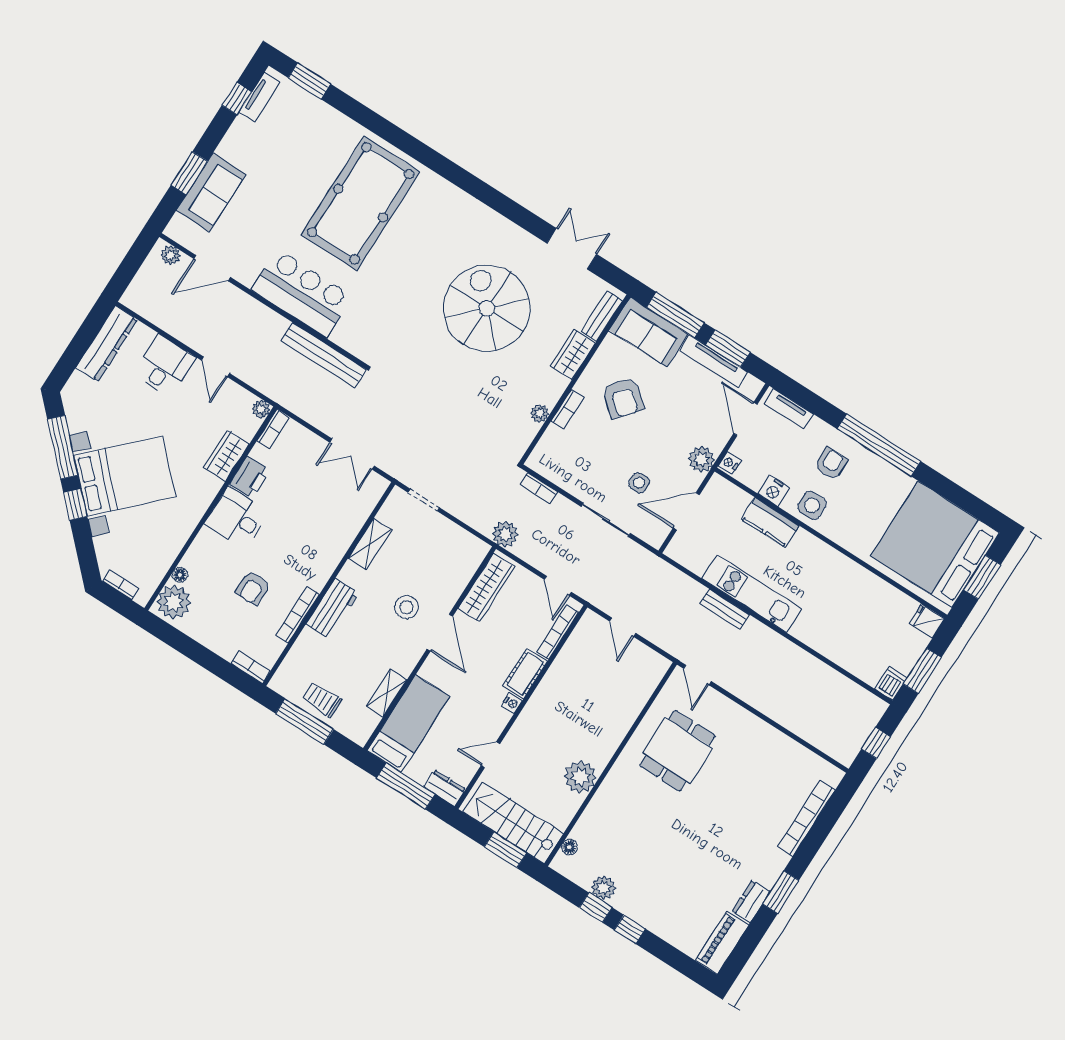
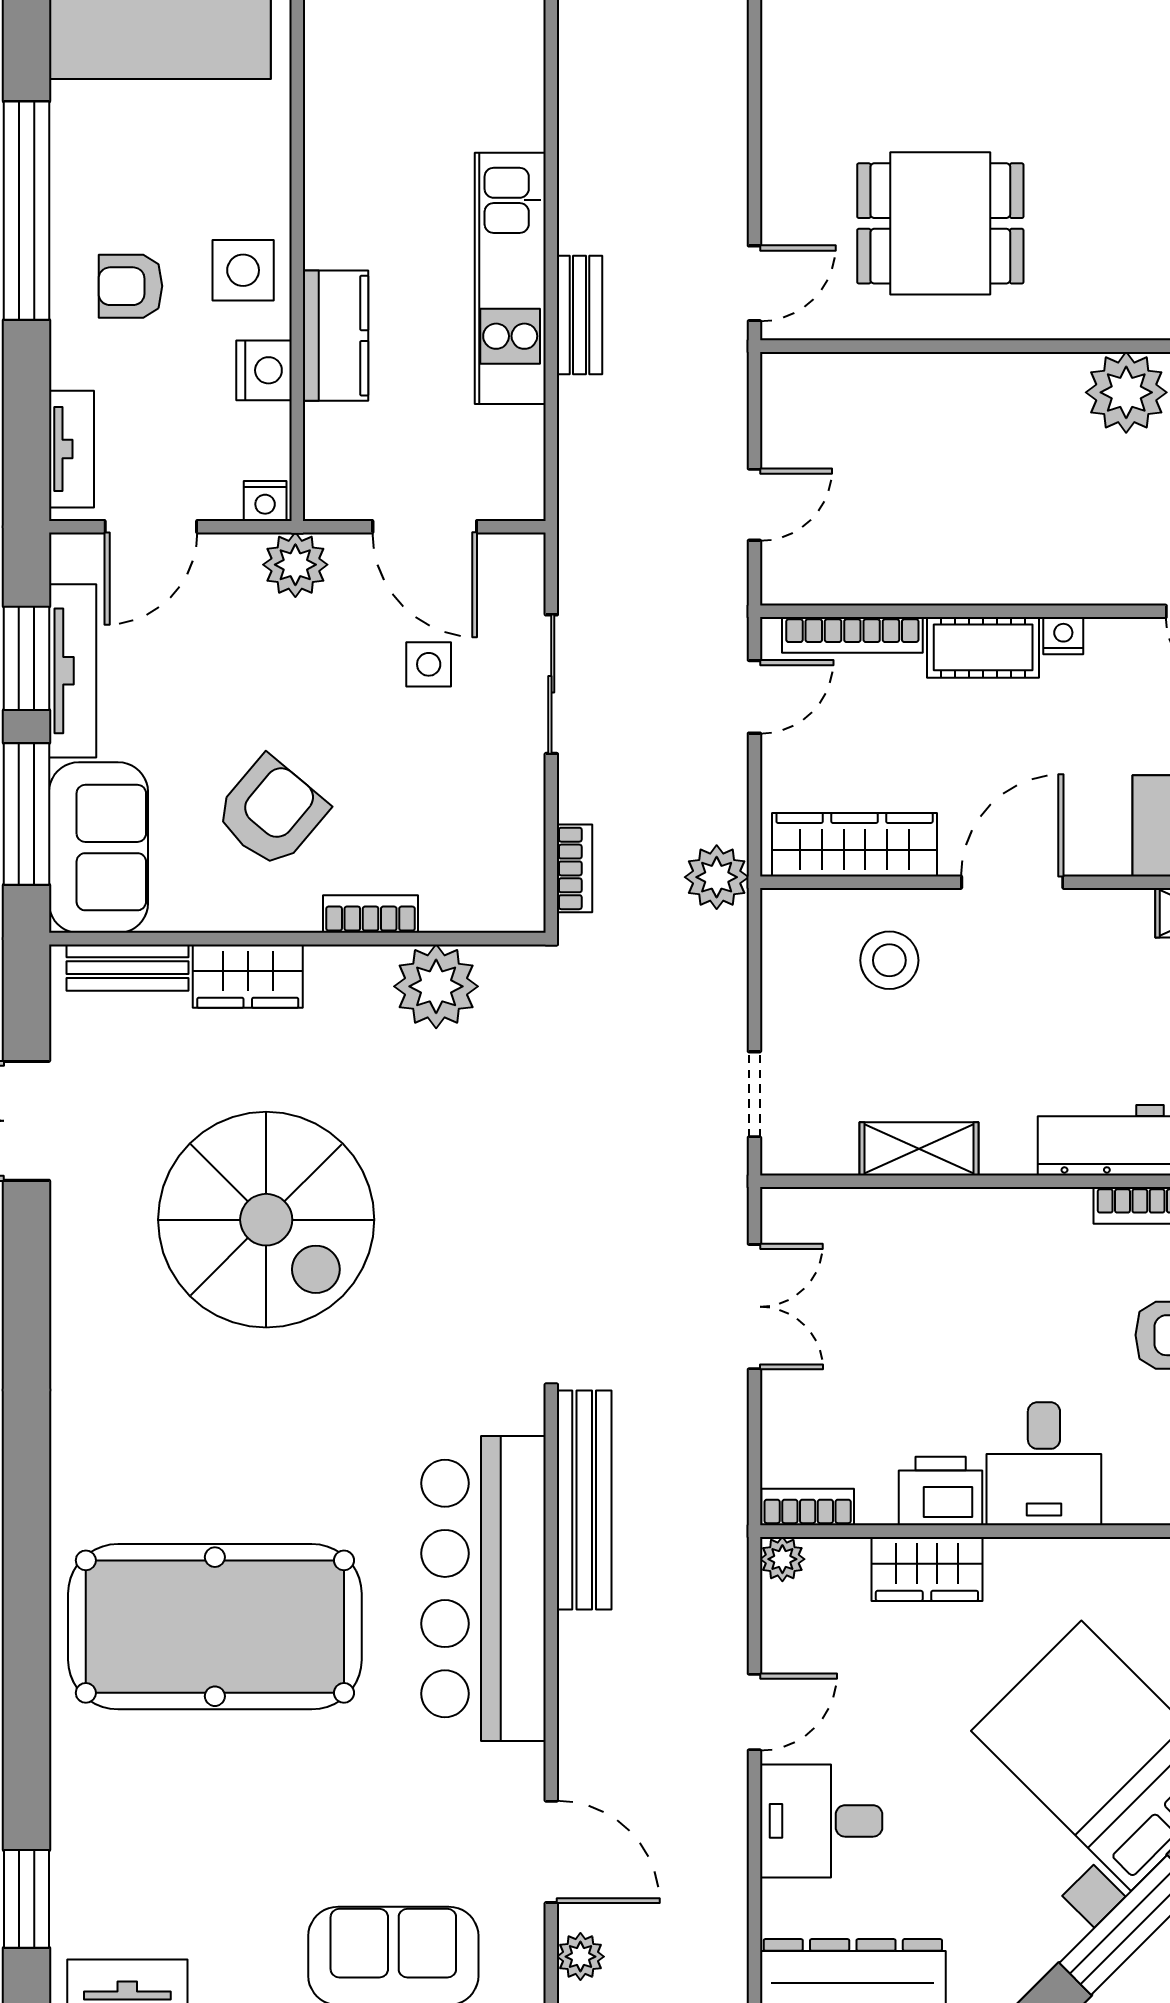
bar counter: (302, 293) -> (483, 1588), width x1.36
spiral stairs: (487, 308) -> (266, 1220), turned -90
plant: (540, 414) -> (436, 986), width x1.87, depth x1.87
stool: (406, 607) -> (889, 960), moved

